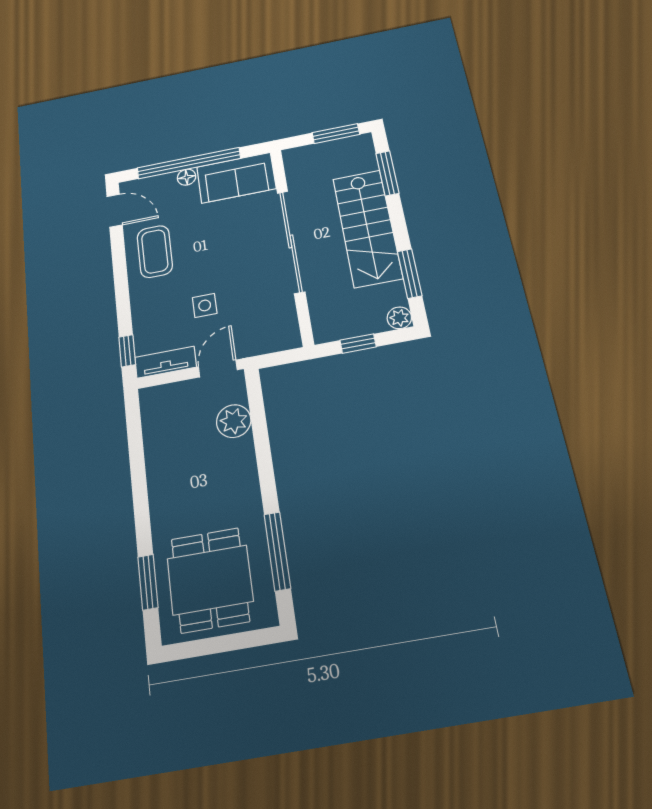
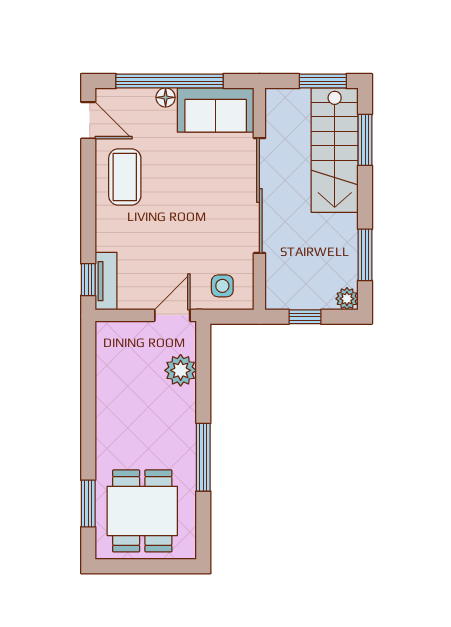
stairs: (367, 228) -> (335, 150), moved
side table: (205, 305) -> (222, 286), moved
tv unit: (165, 362) -> (106, 281), moved, turned 90
window: (277, 551) -> (203, 457), moved

